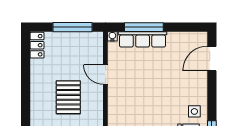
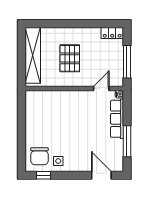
window: (144, 27) -> (127, 141), moved
door: (105, 75) -> (101, 89), moved
pallet: (68, 97) -> (70, 58), turned 90

